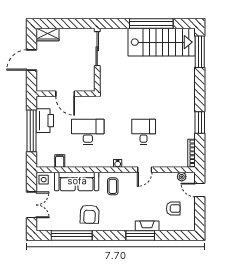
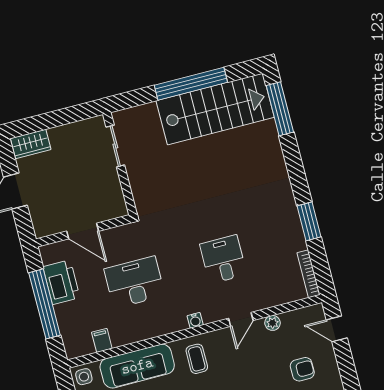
sliding door: (97, 49) -> (115, 146), width x0.73
plant: (182, 177) -> (272, 323), moved

